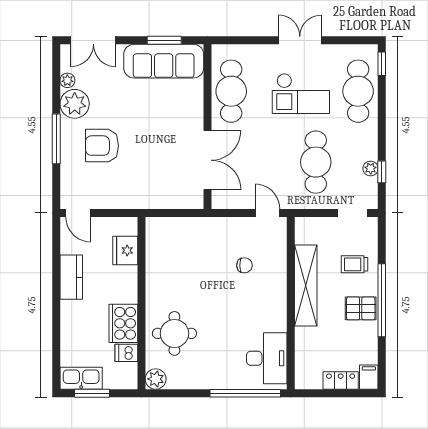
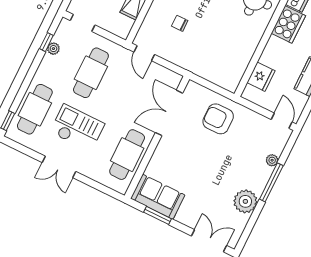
sofa: (164, 61) -> (158, 197), width x0.73
plant: (67, 80) -> (272, 160), moved
armchair: (102, 146) -> (218, 119), moved, turned 180

